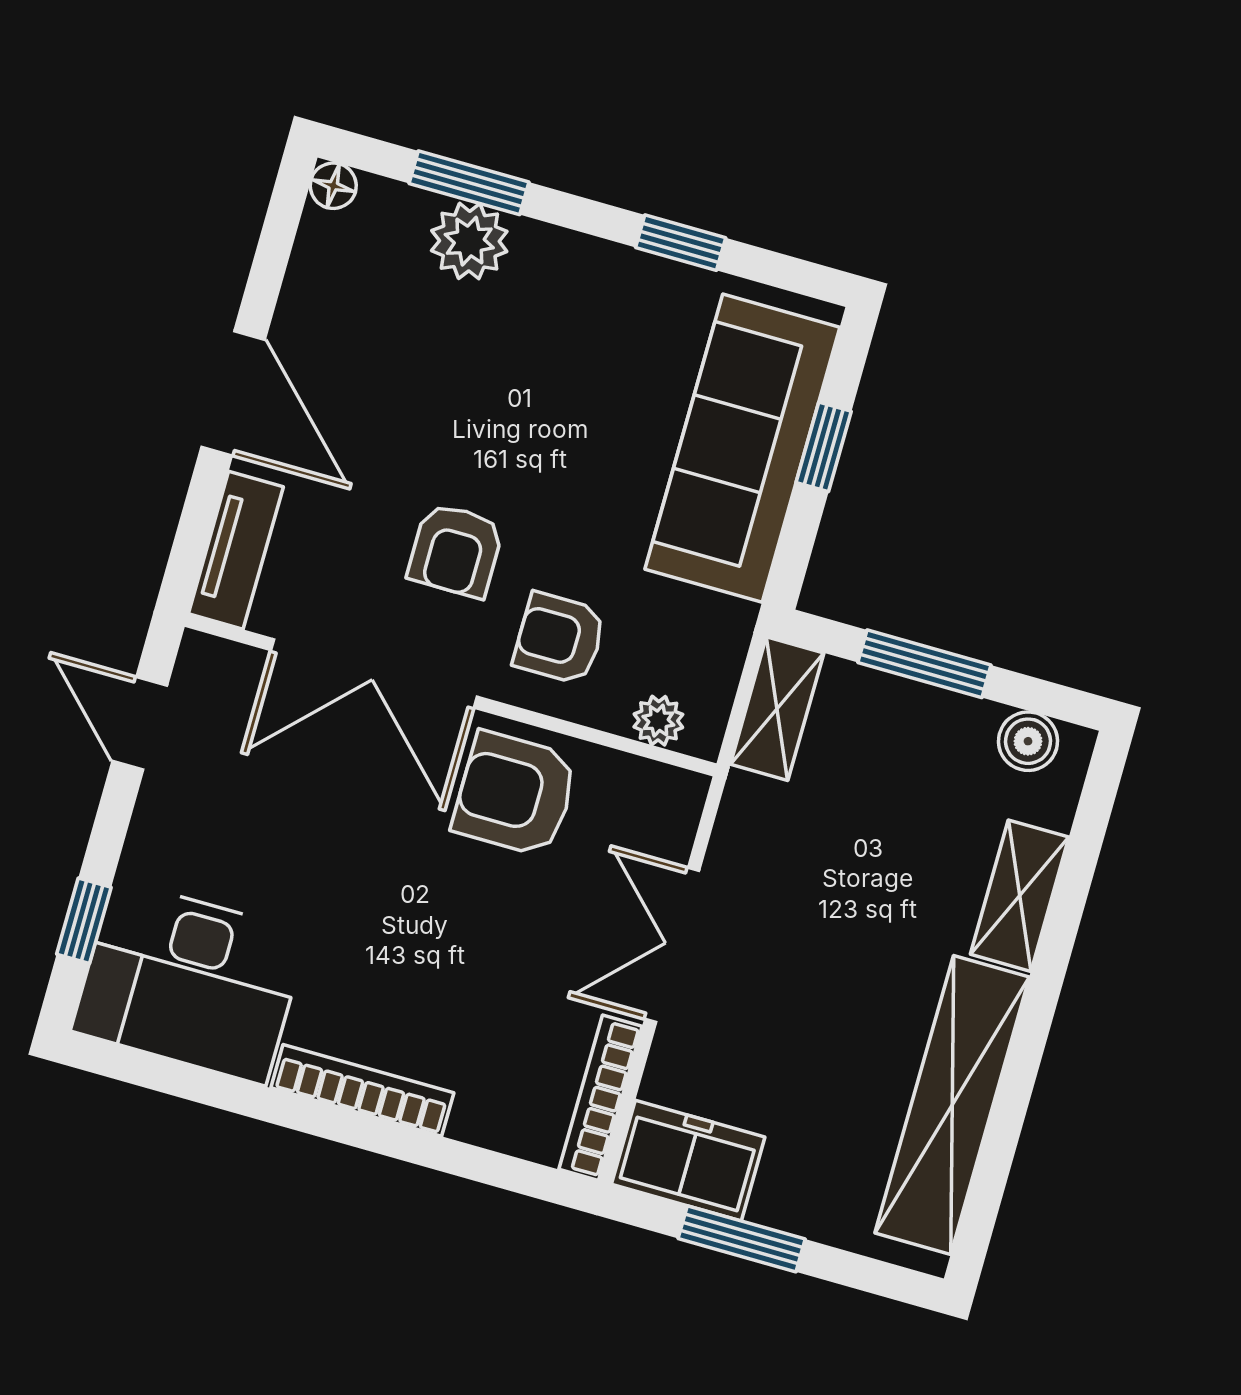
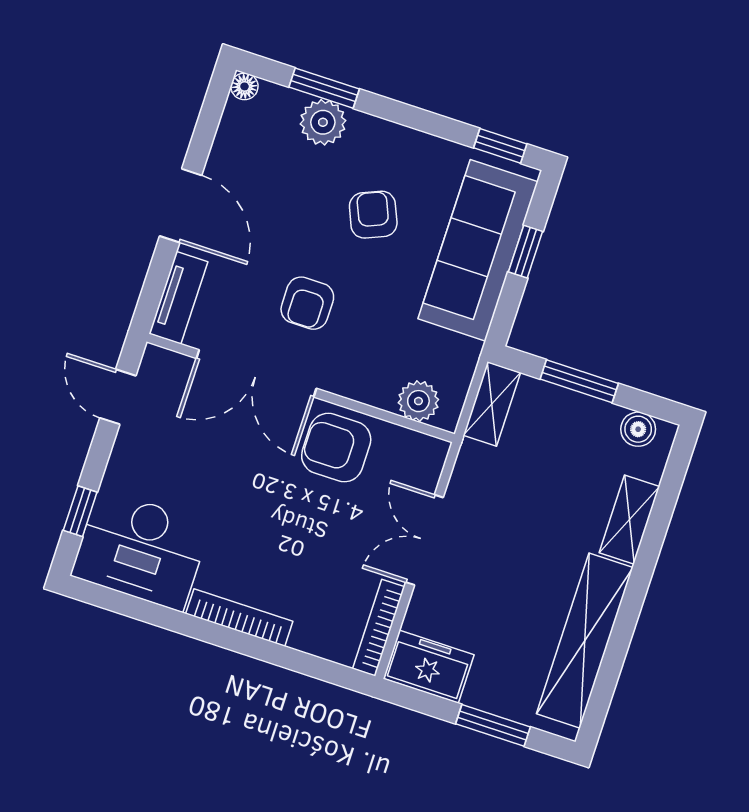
window: (681, 243) -> (500, 146), moved
armchair: (560, 638) -> (373, 215), moved, turned 67
plant: (658, 721) -> (418, 401), width x1.38, depth x1.38
window: (742, 1239) -> (493, 725), moved

